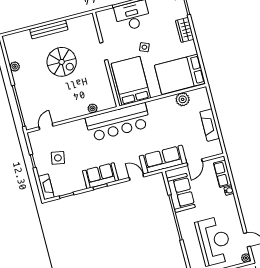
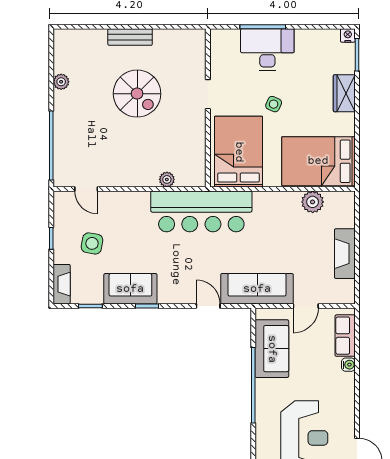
bench: (49, 29) -> (130, 37), width x0.73
door: (46, 126) -> (86, 189), swing flipped
sofa: (101, 176) -> (130, 289), moved

